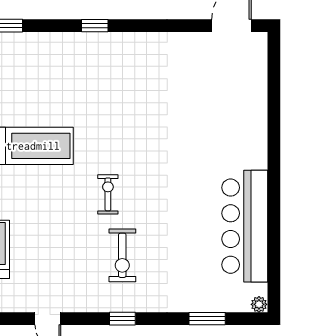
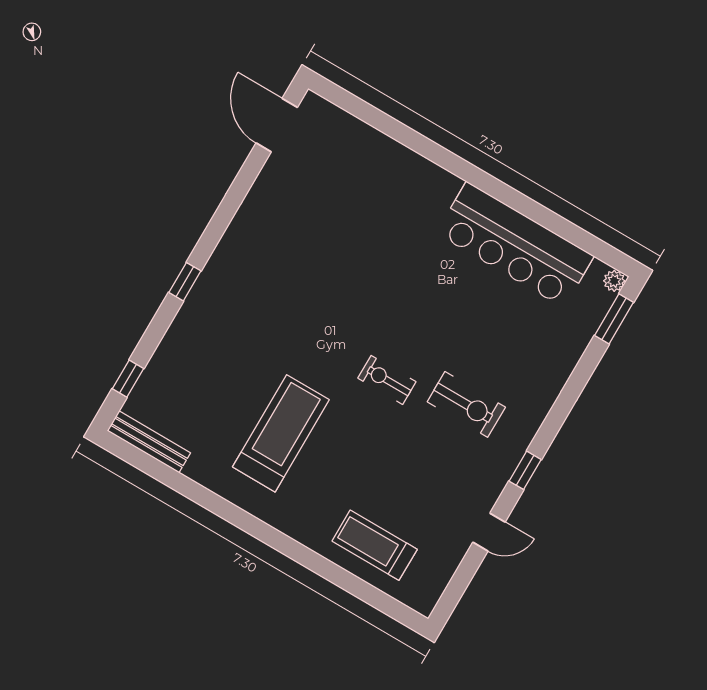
window: (122, 319) -> (525, 470), moved
window: (207, 319) -> (614, 319), moved

